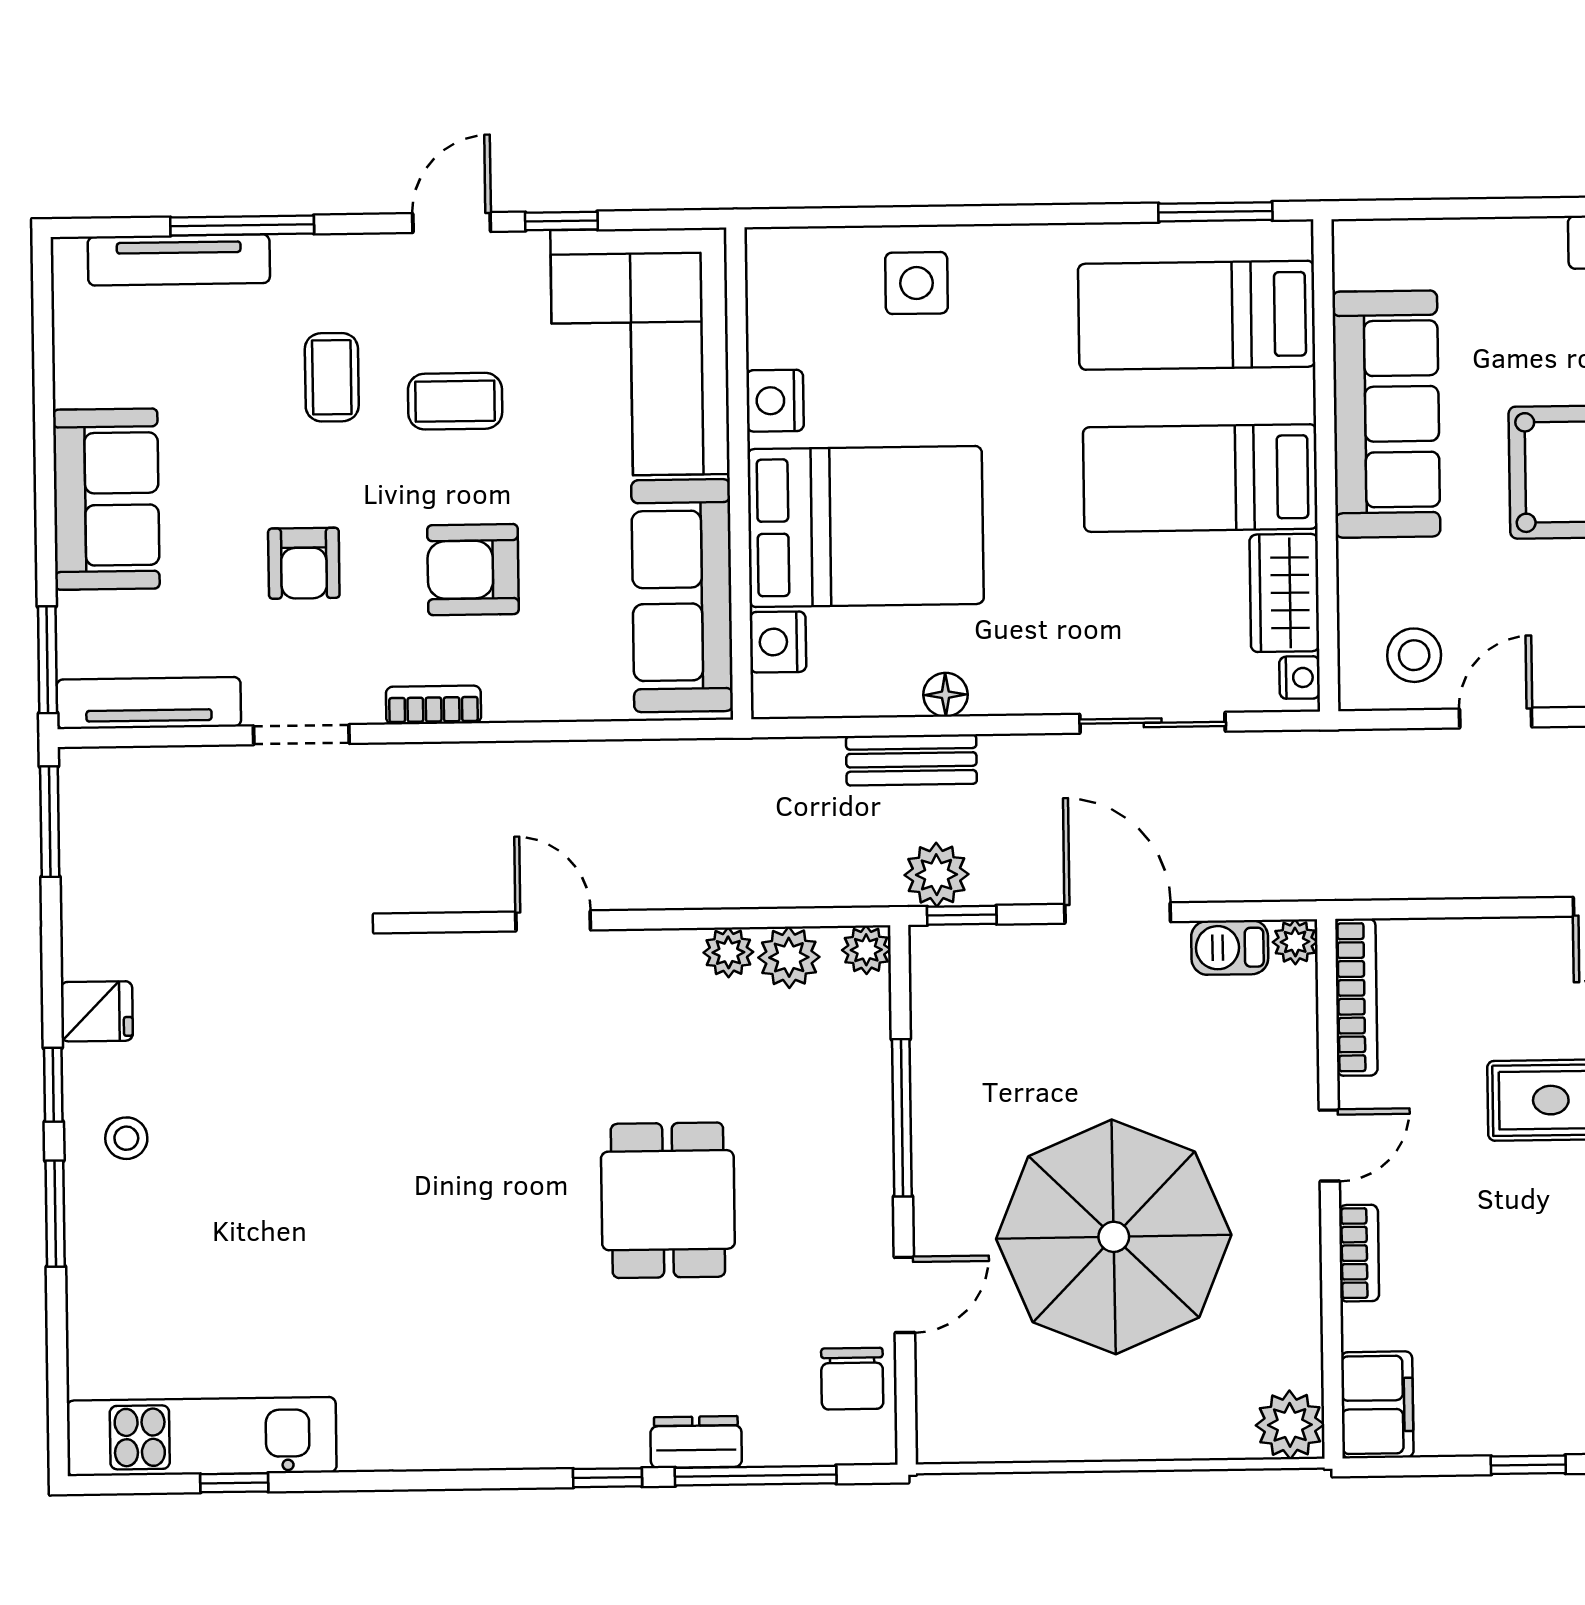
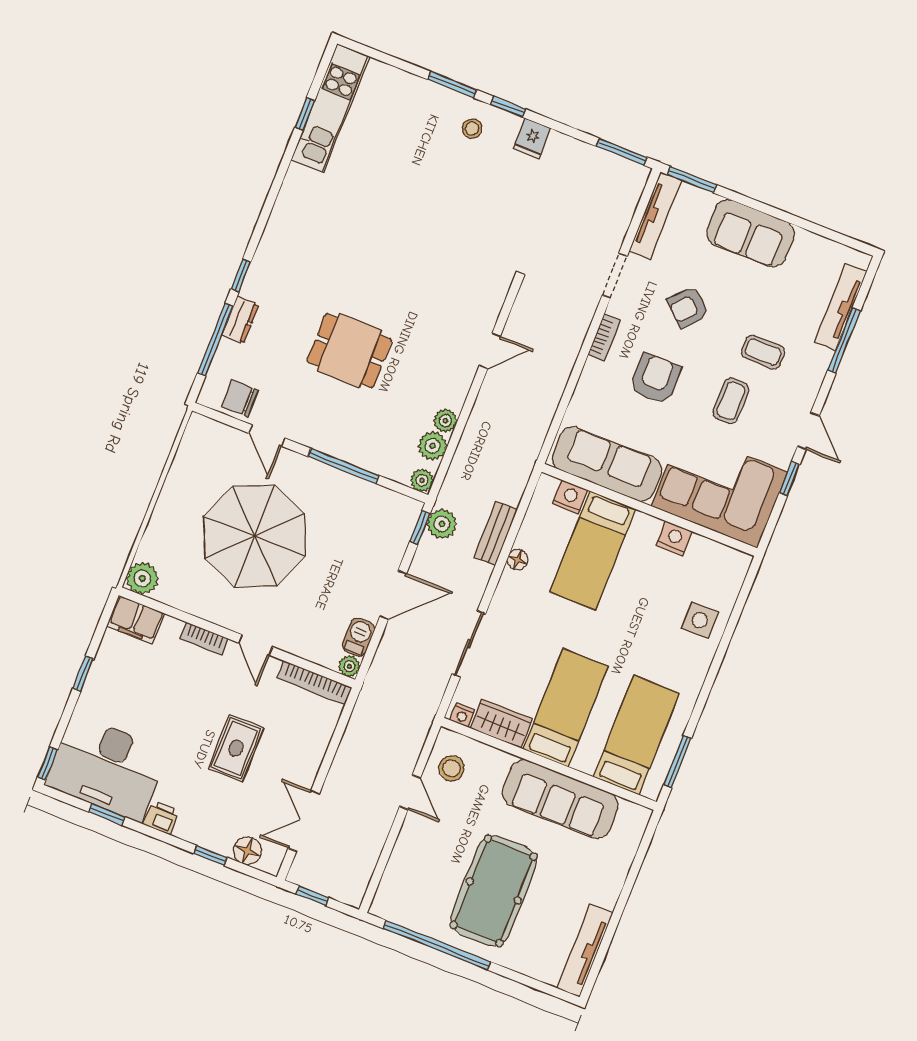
bed: (866, 526) -> (593, 551), width x0.67
armchair: (304, 563) -> (688, 307), turned -48

